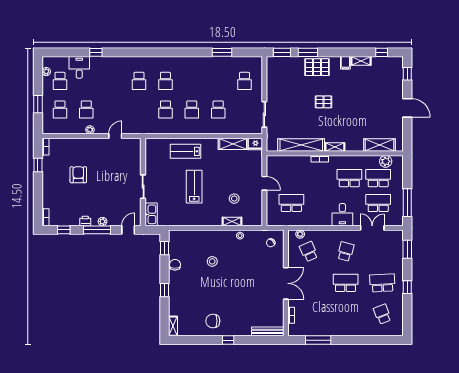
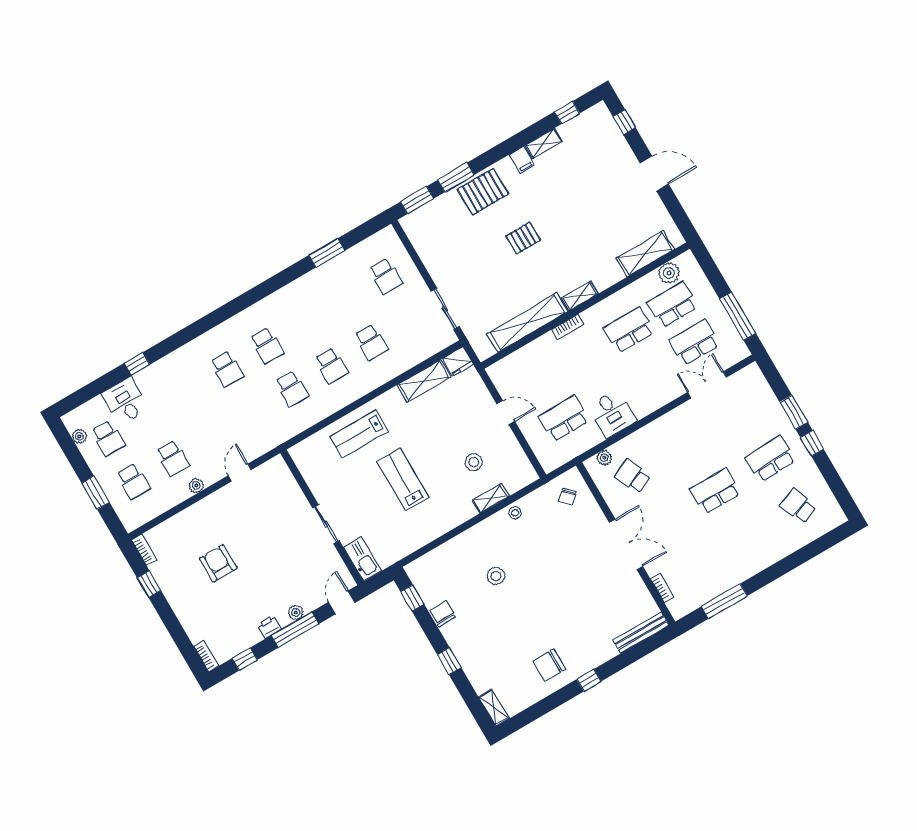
desk: (342, 215) -> (612, 414), moved
window: (407, 249) -> (794, 412), moved
school desk: (346, 252) -> (688, 444), removed

